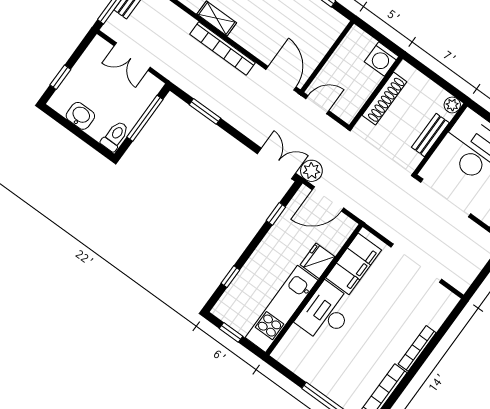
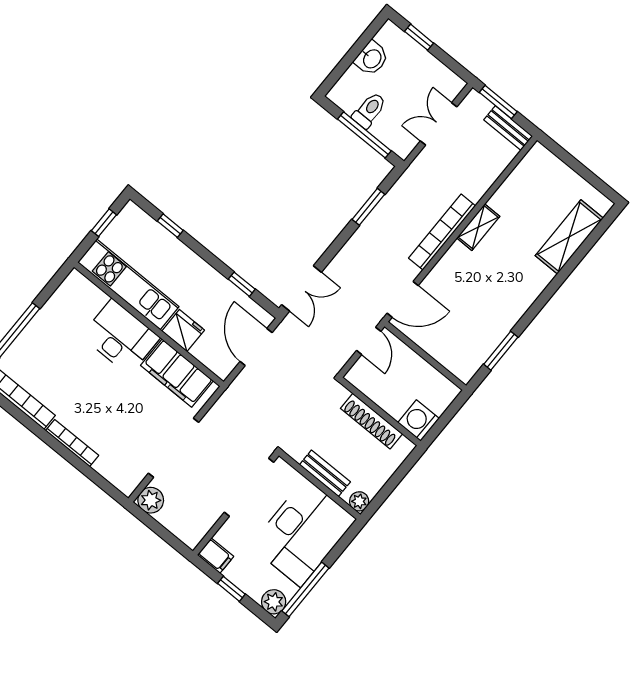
toilet: (115, 136) -> (369, 110), moved, turned -90
plant: (311, 171) -> (151, 500), moved

